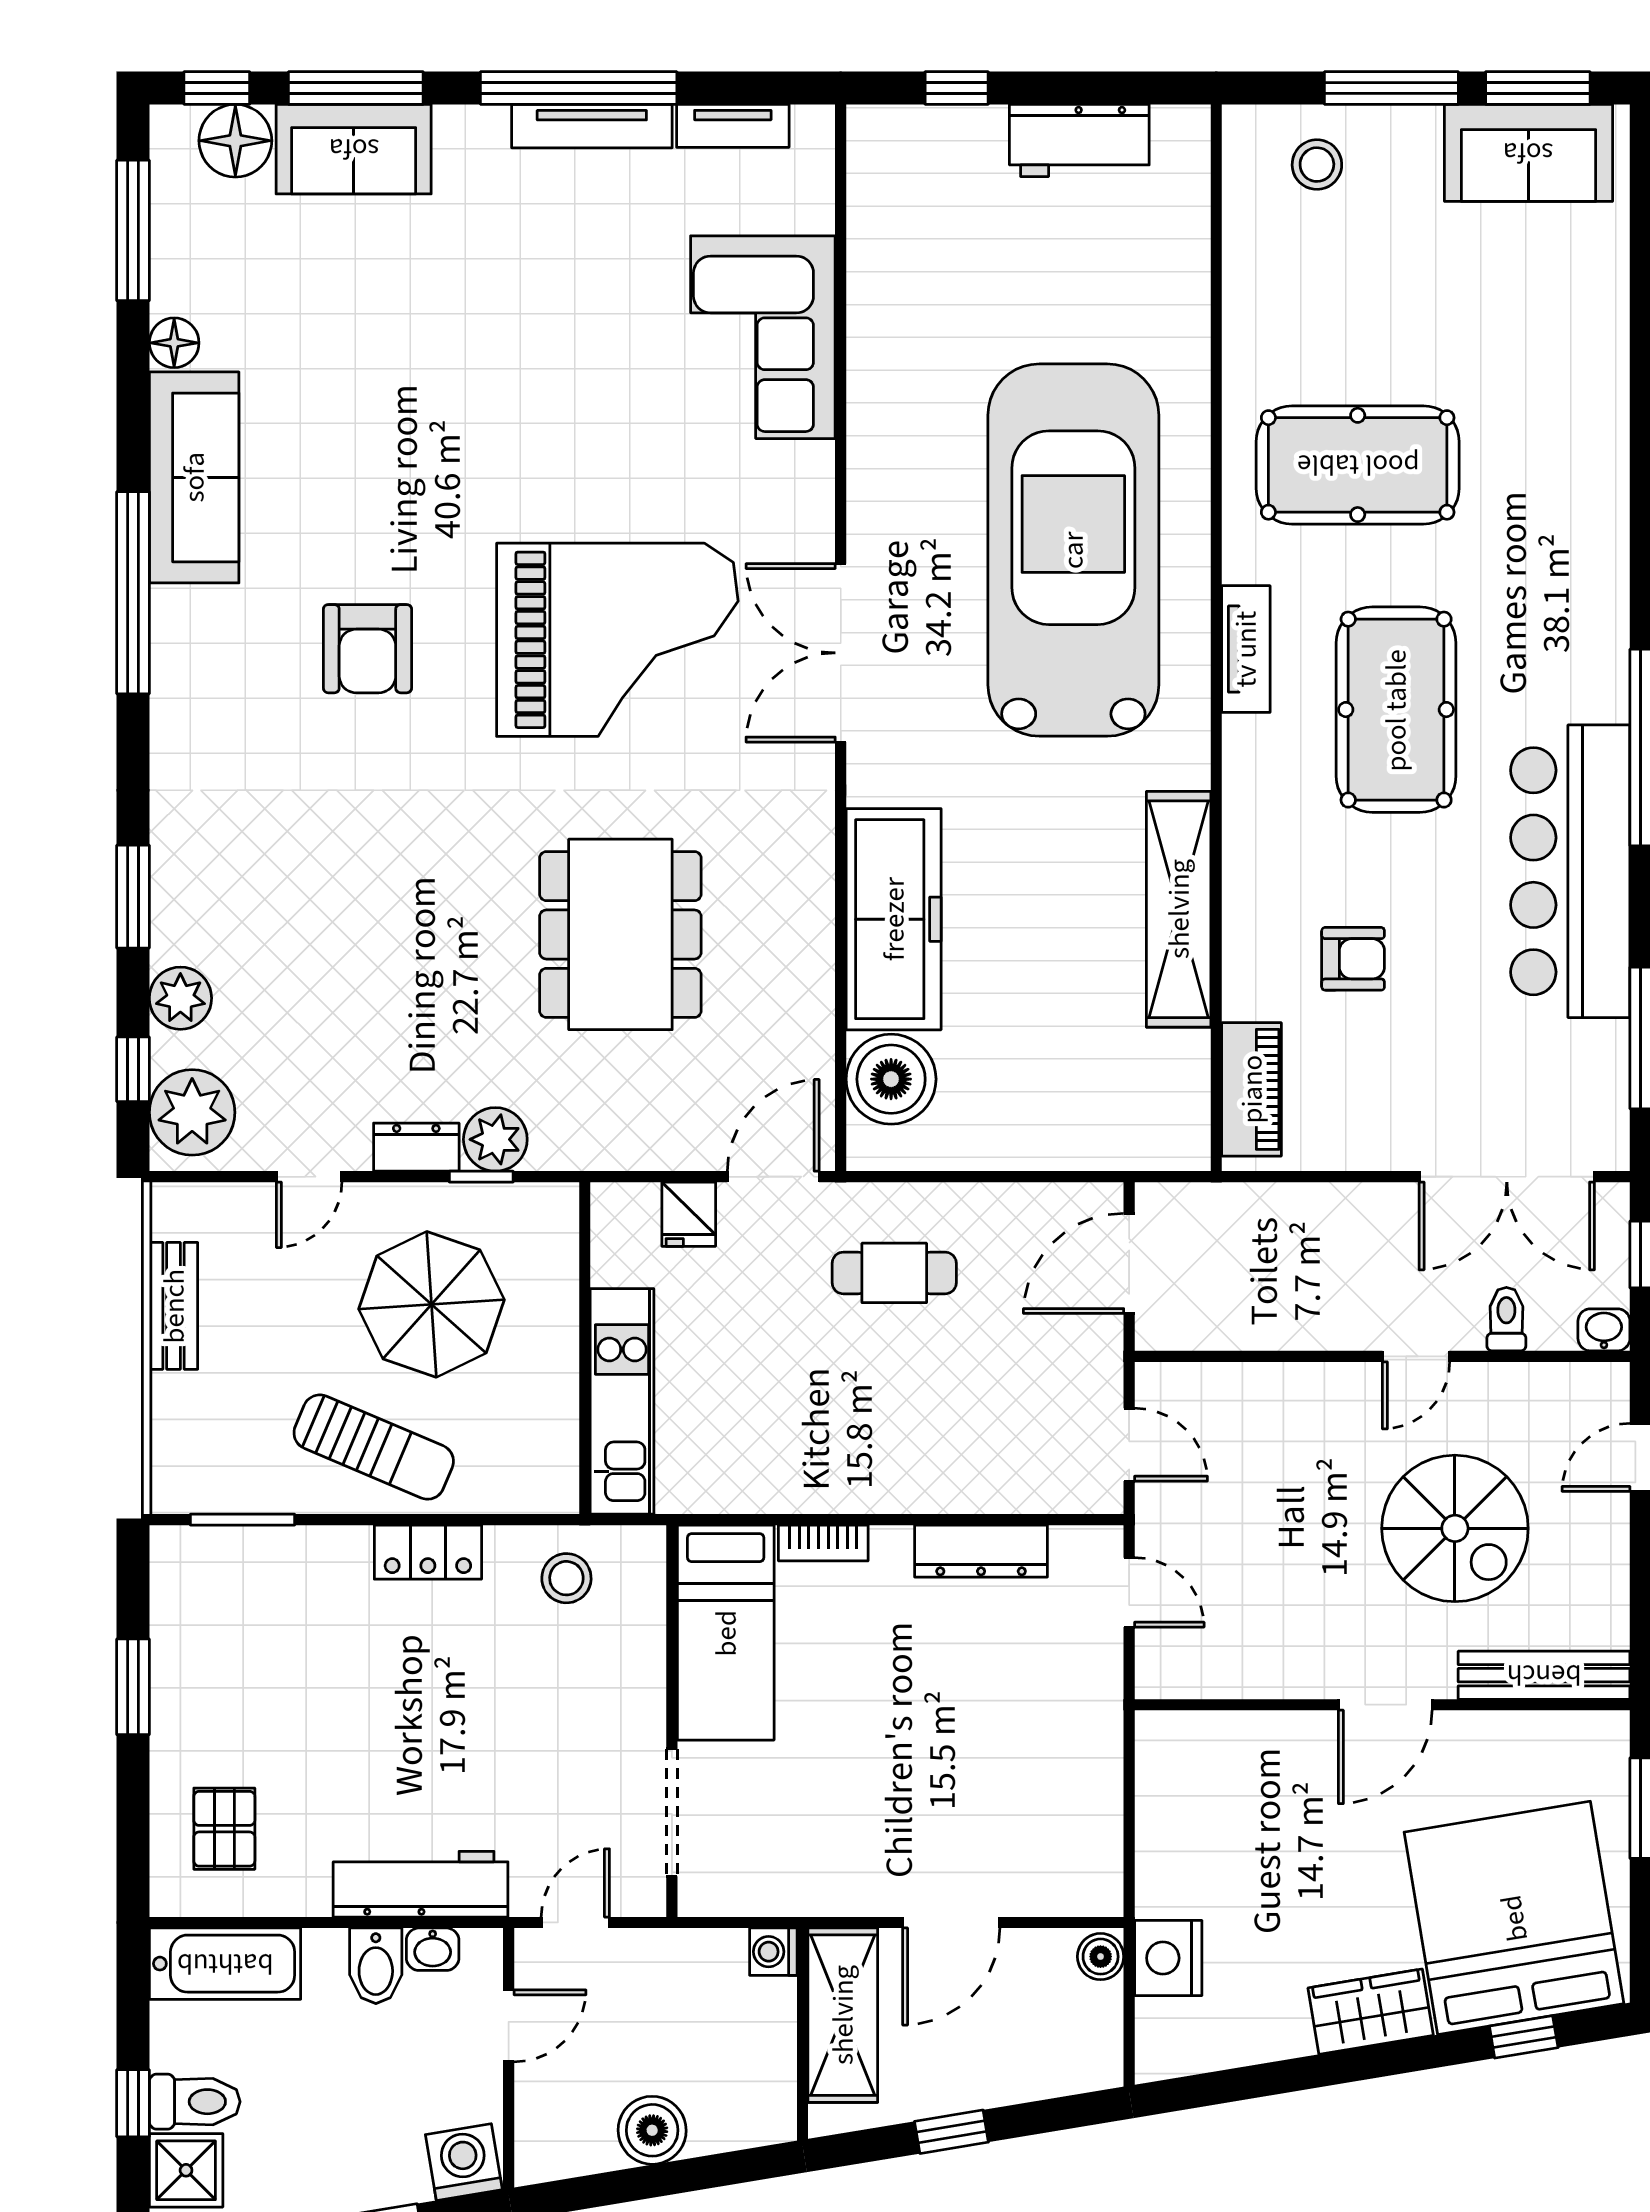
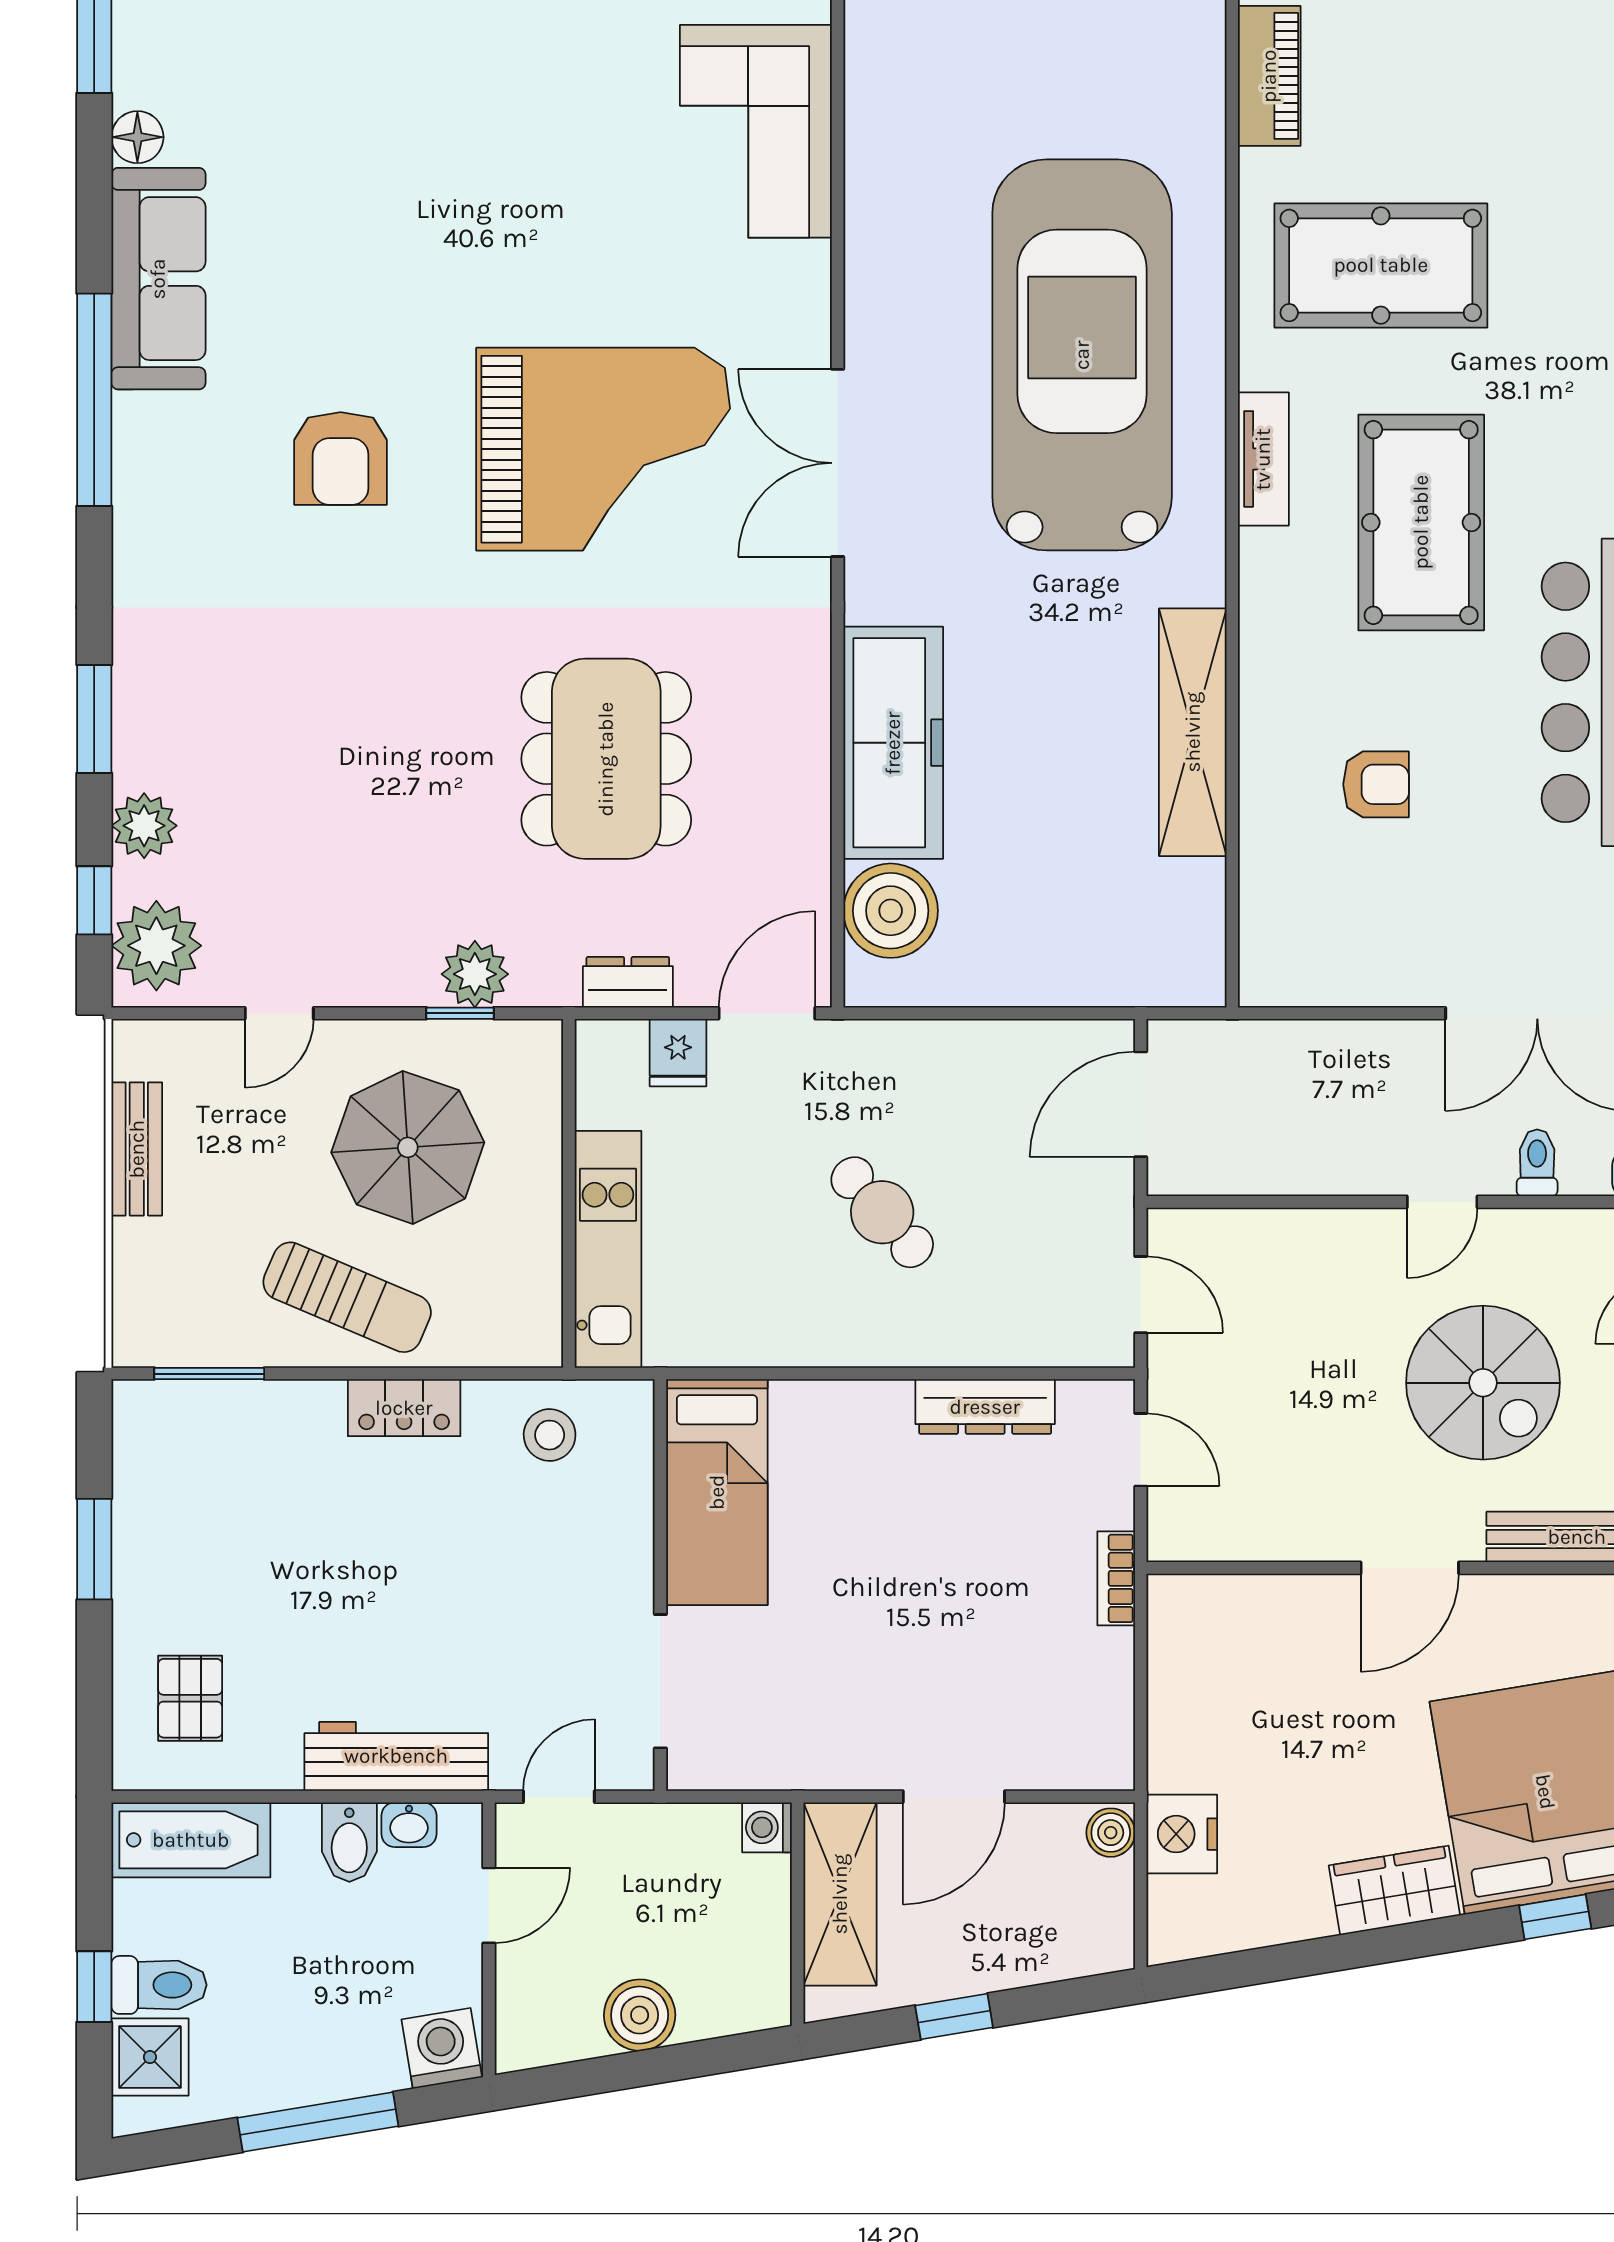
piano: (1252, 1089) -> (1269, 76), moved
dresser: (416, 1147) -> (628, 982), moved
cafe table: (894, 1273) -> (882, 1212), moved, turned 49
bookcase: (823, 1543) -> (1116, 1578), moved, turned 90

